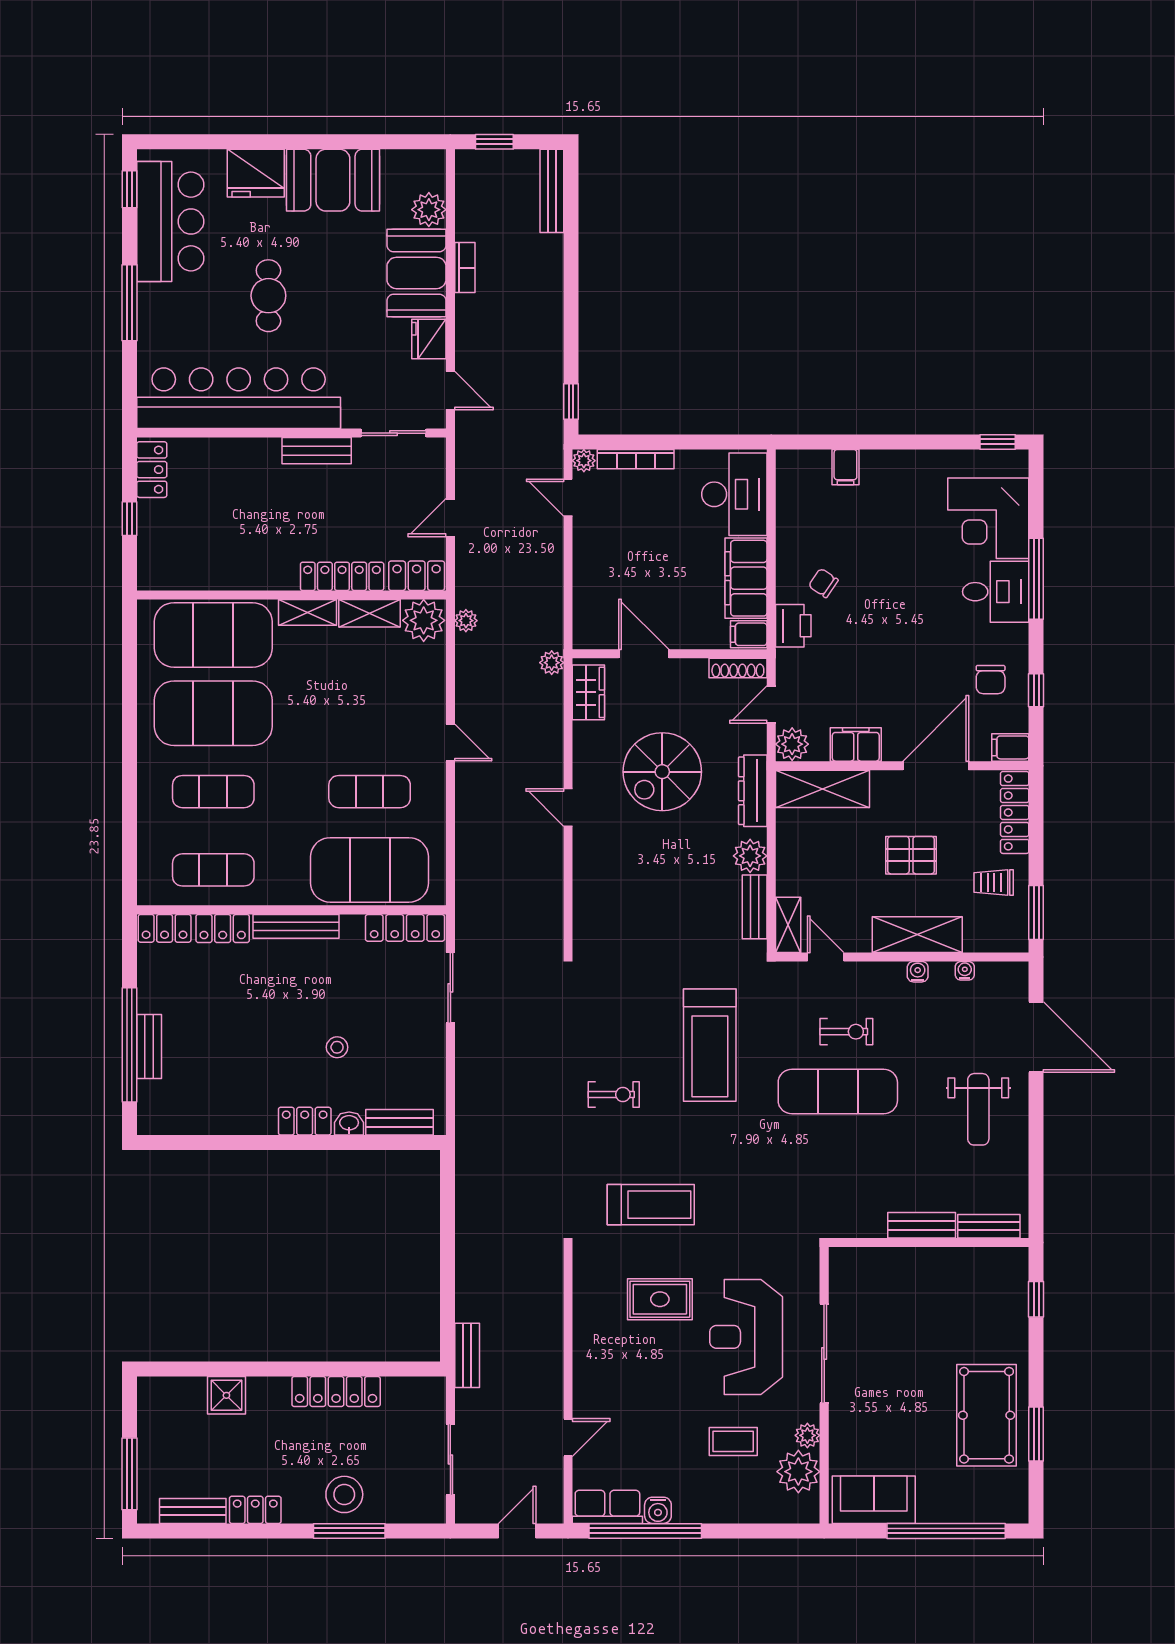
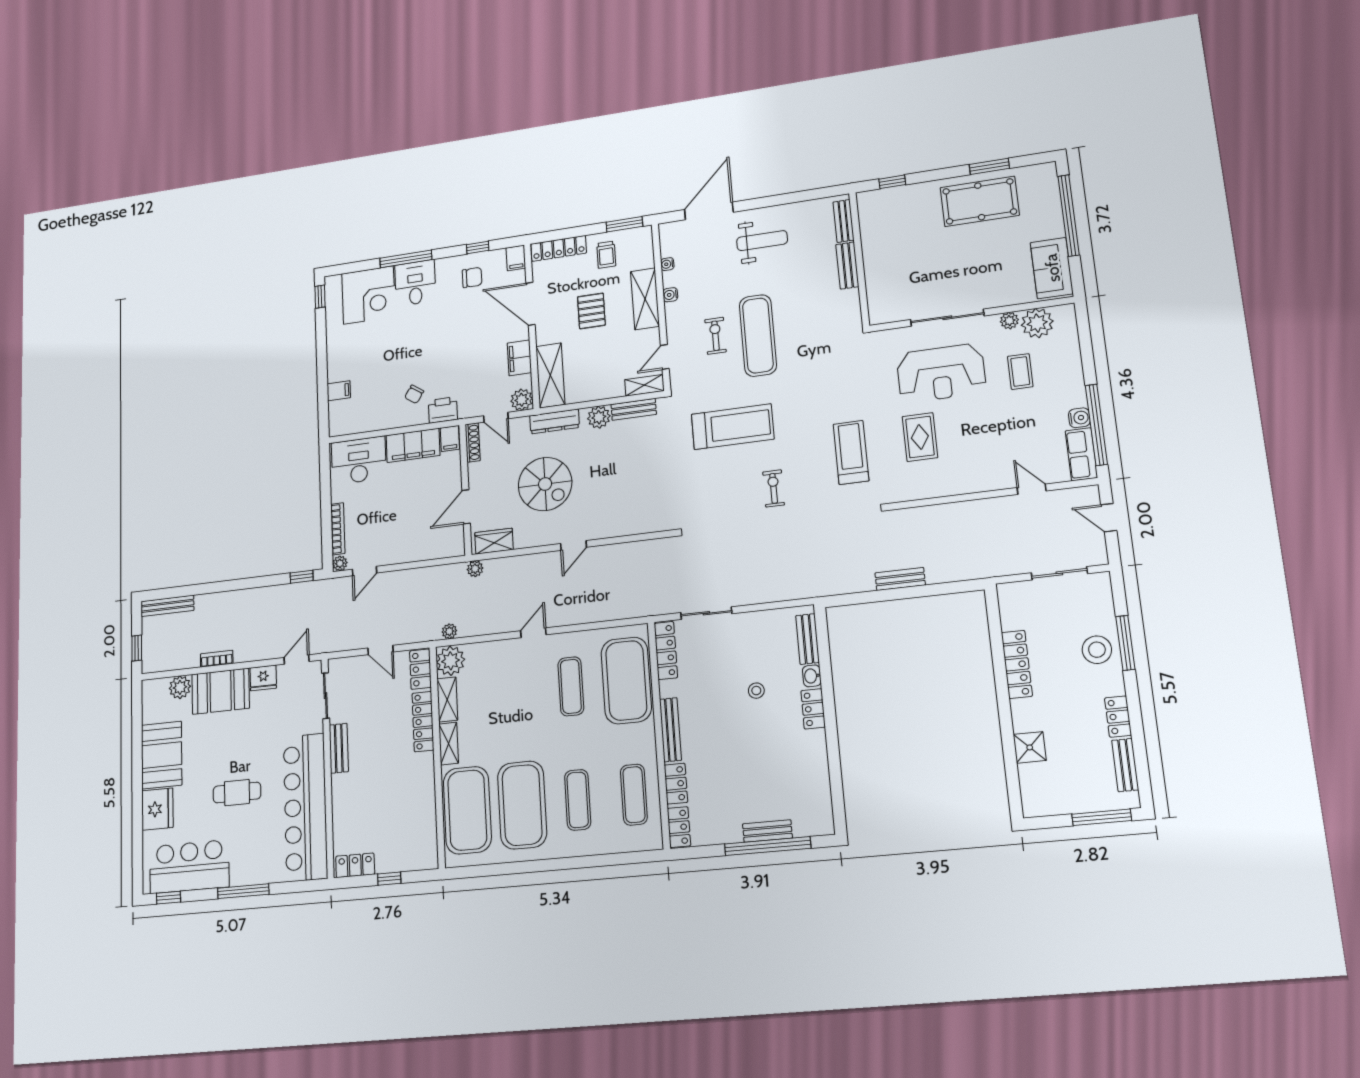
bench: (467, 1355) -> (900, 579), moved

